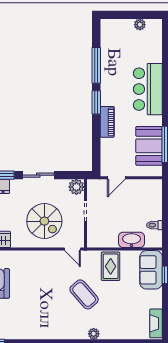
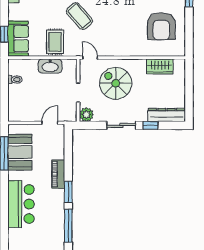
washbasin: (131, 240) -> (50, 66), moved

